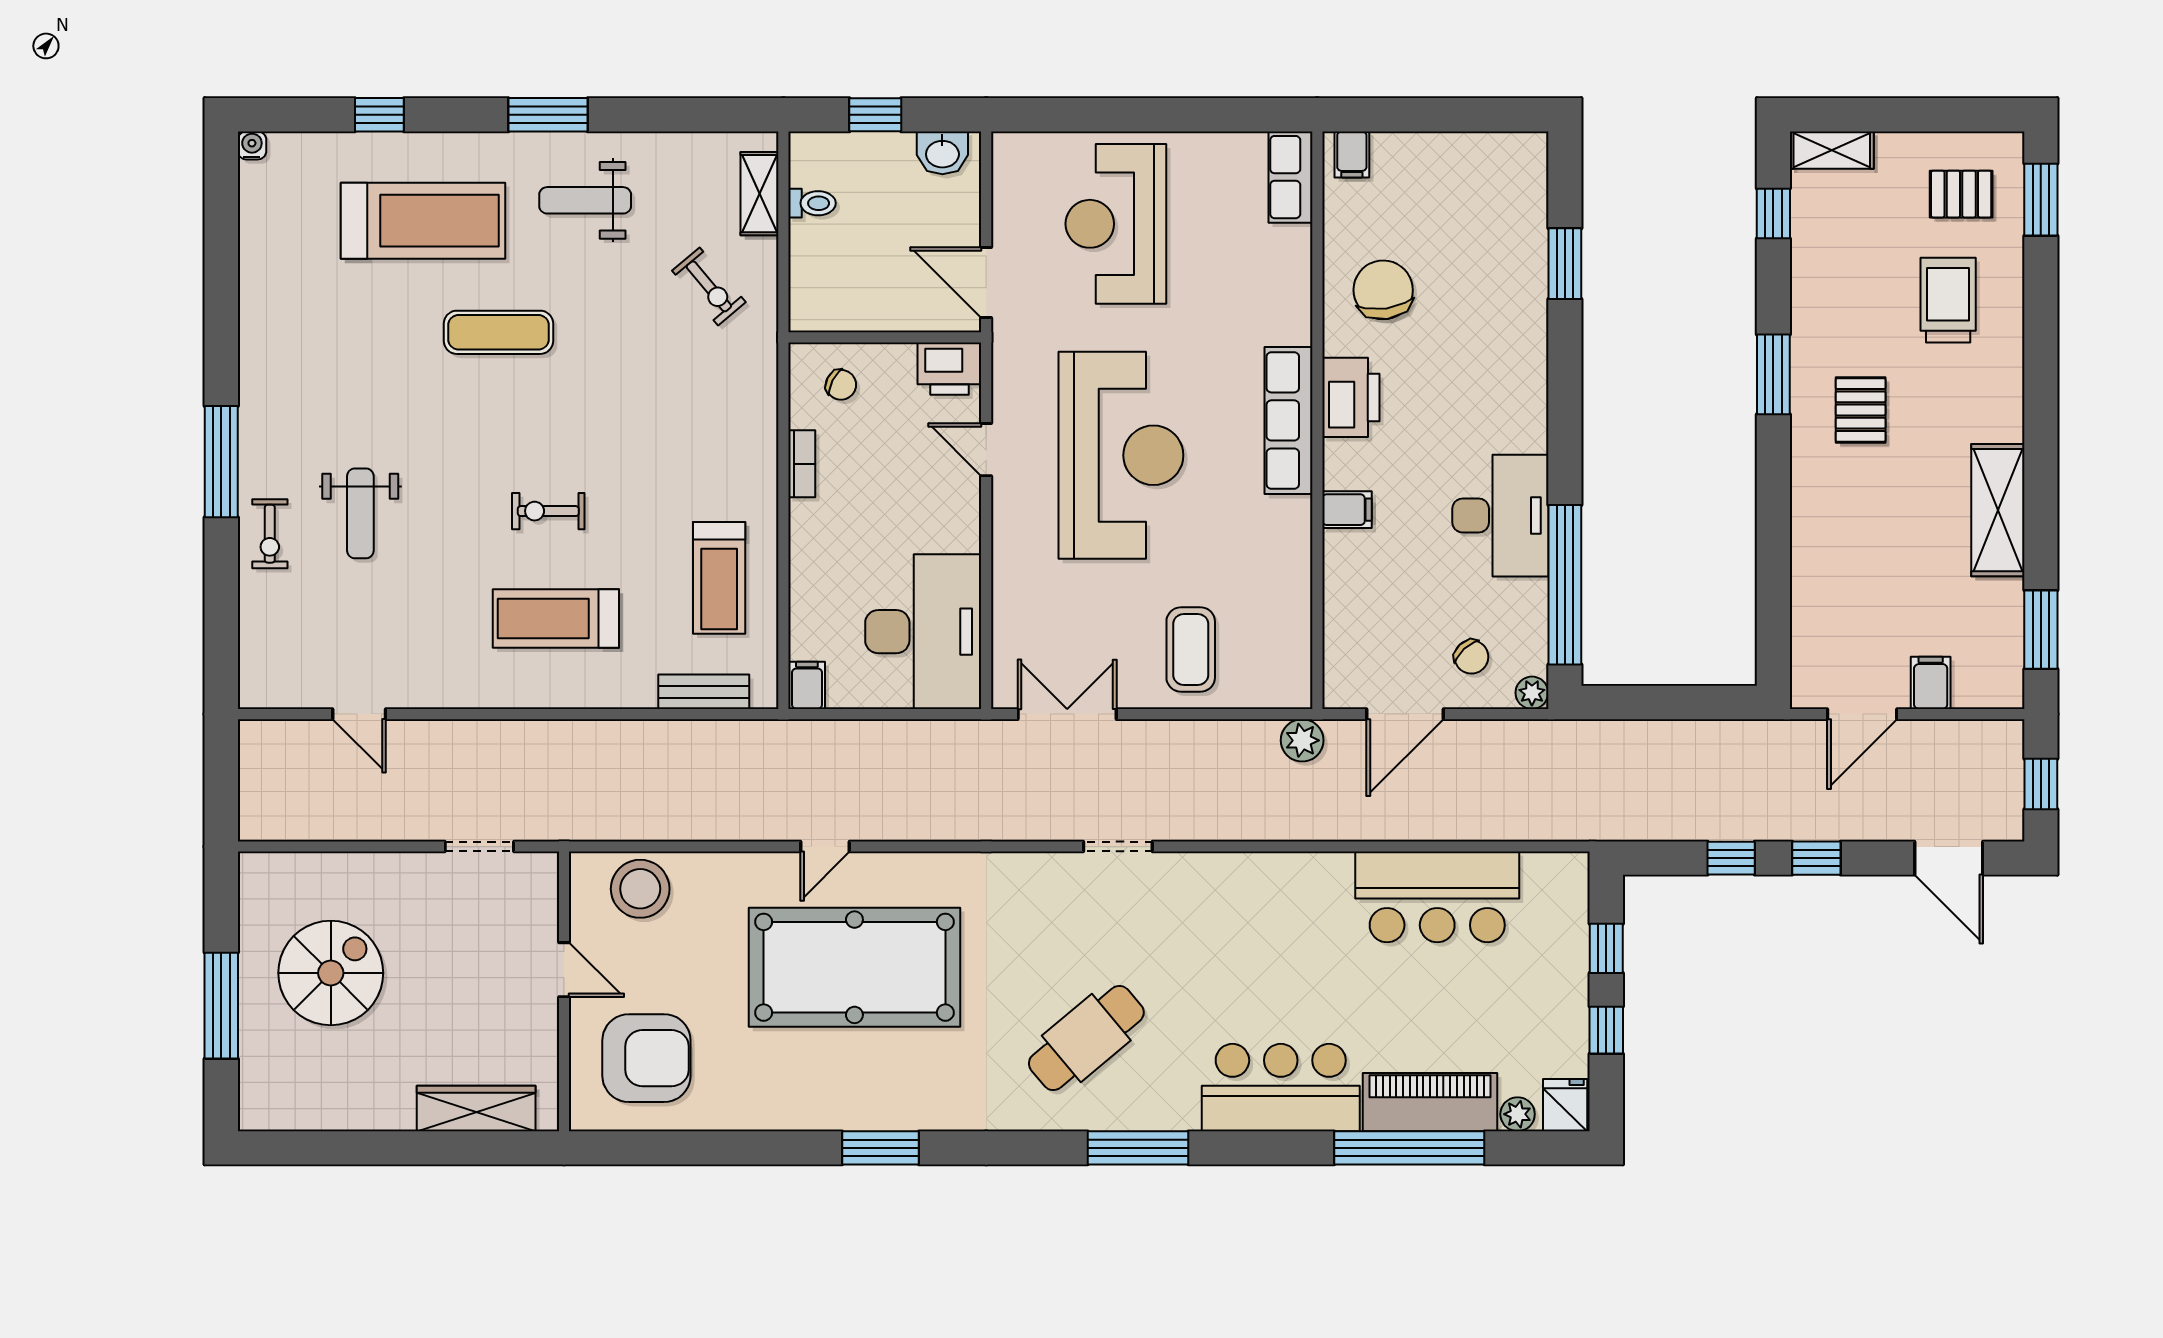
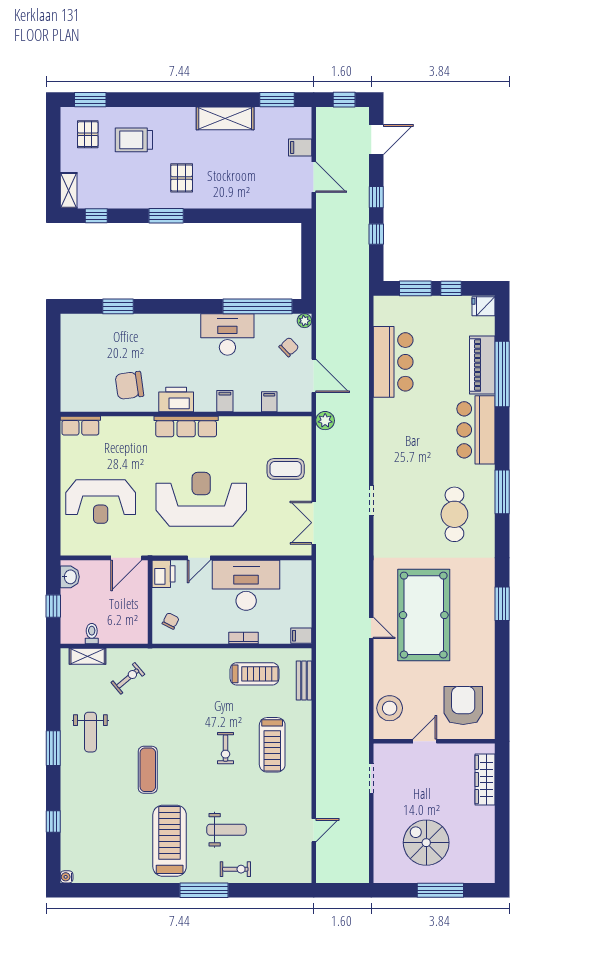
filing cabinet: (1352, 154) -> (269, 402), moved, turned -90
treadmill: (423, 221) -> (170, 841), moved
pallet: (1861, 410) -> (182, 178), turned 90
bookcase: (802, 464) -> (243, 638), moved
desk: (923, 632) -> (246, 585), moved
window: (1606, 948) -> (415, 288), width x1.50
cafe table: (1086, 1038) -> (454, 514), turned 40
plant: (1518, 1114) -> (488, 327), removed

